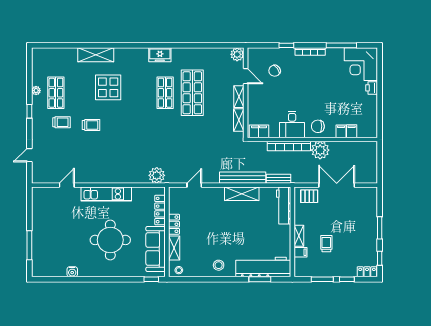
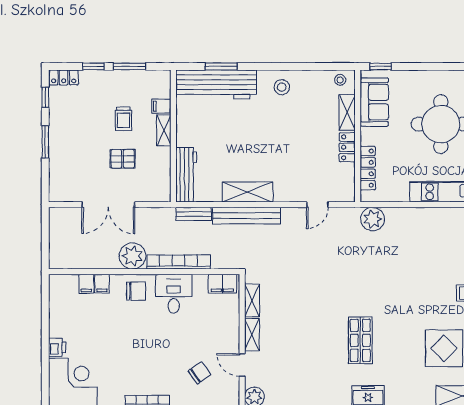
shop shelf: (192, 93) -> (320, 340), removed
pallet: (309, 196) -> (123, 159), moved
sofa: (156, 249) -> (374, 102), width x0.73

